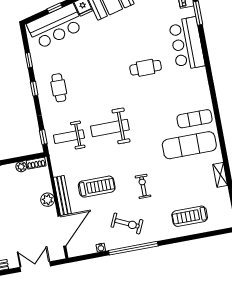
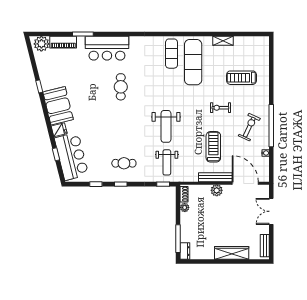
treadmill: (190, 216) -> (242, 78), moved, turned 90

